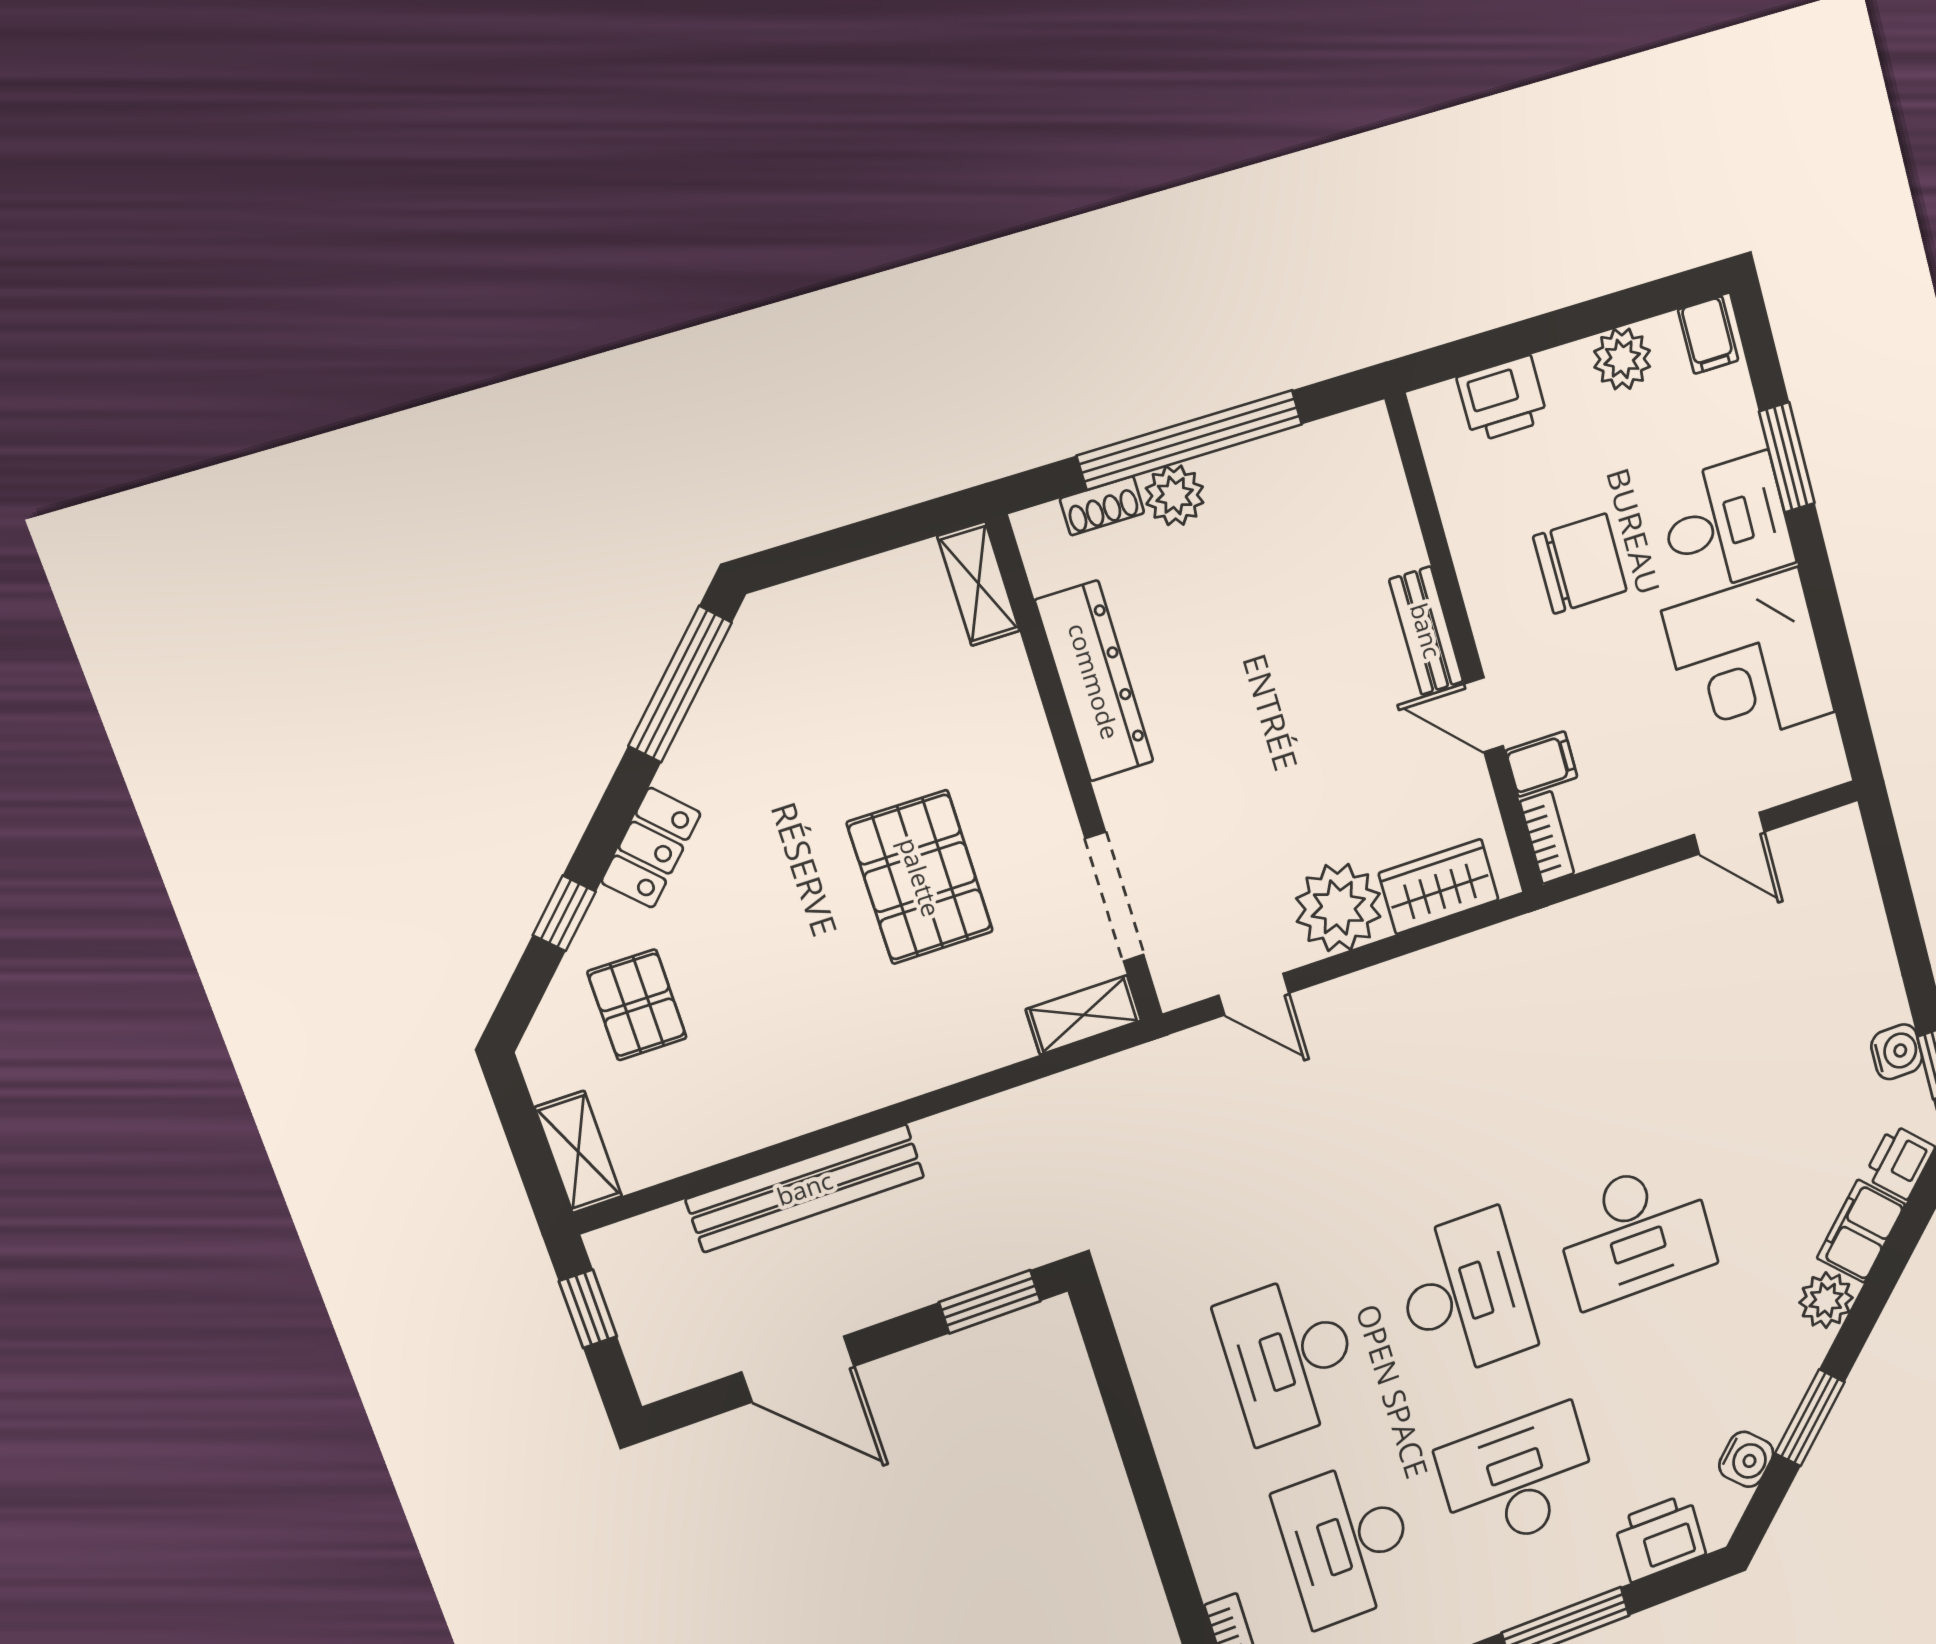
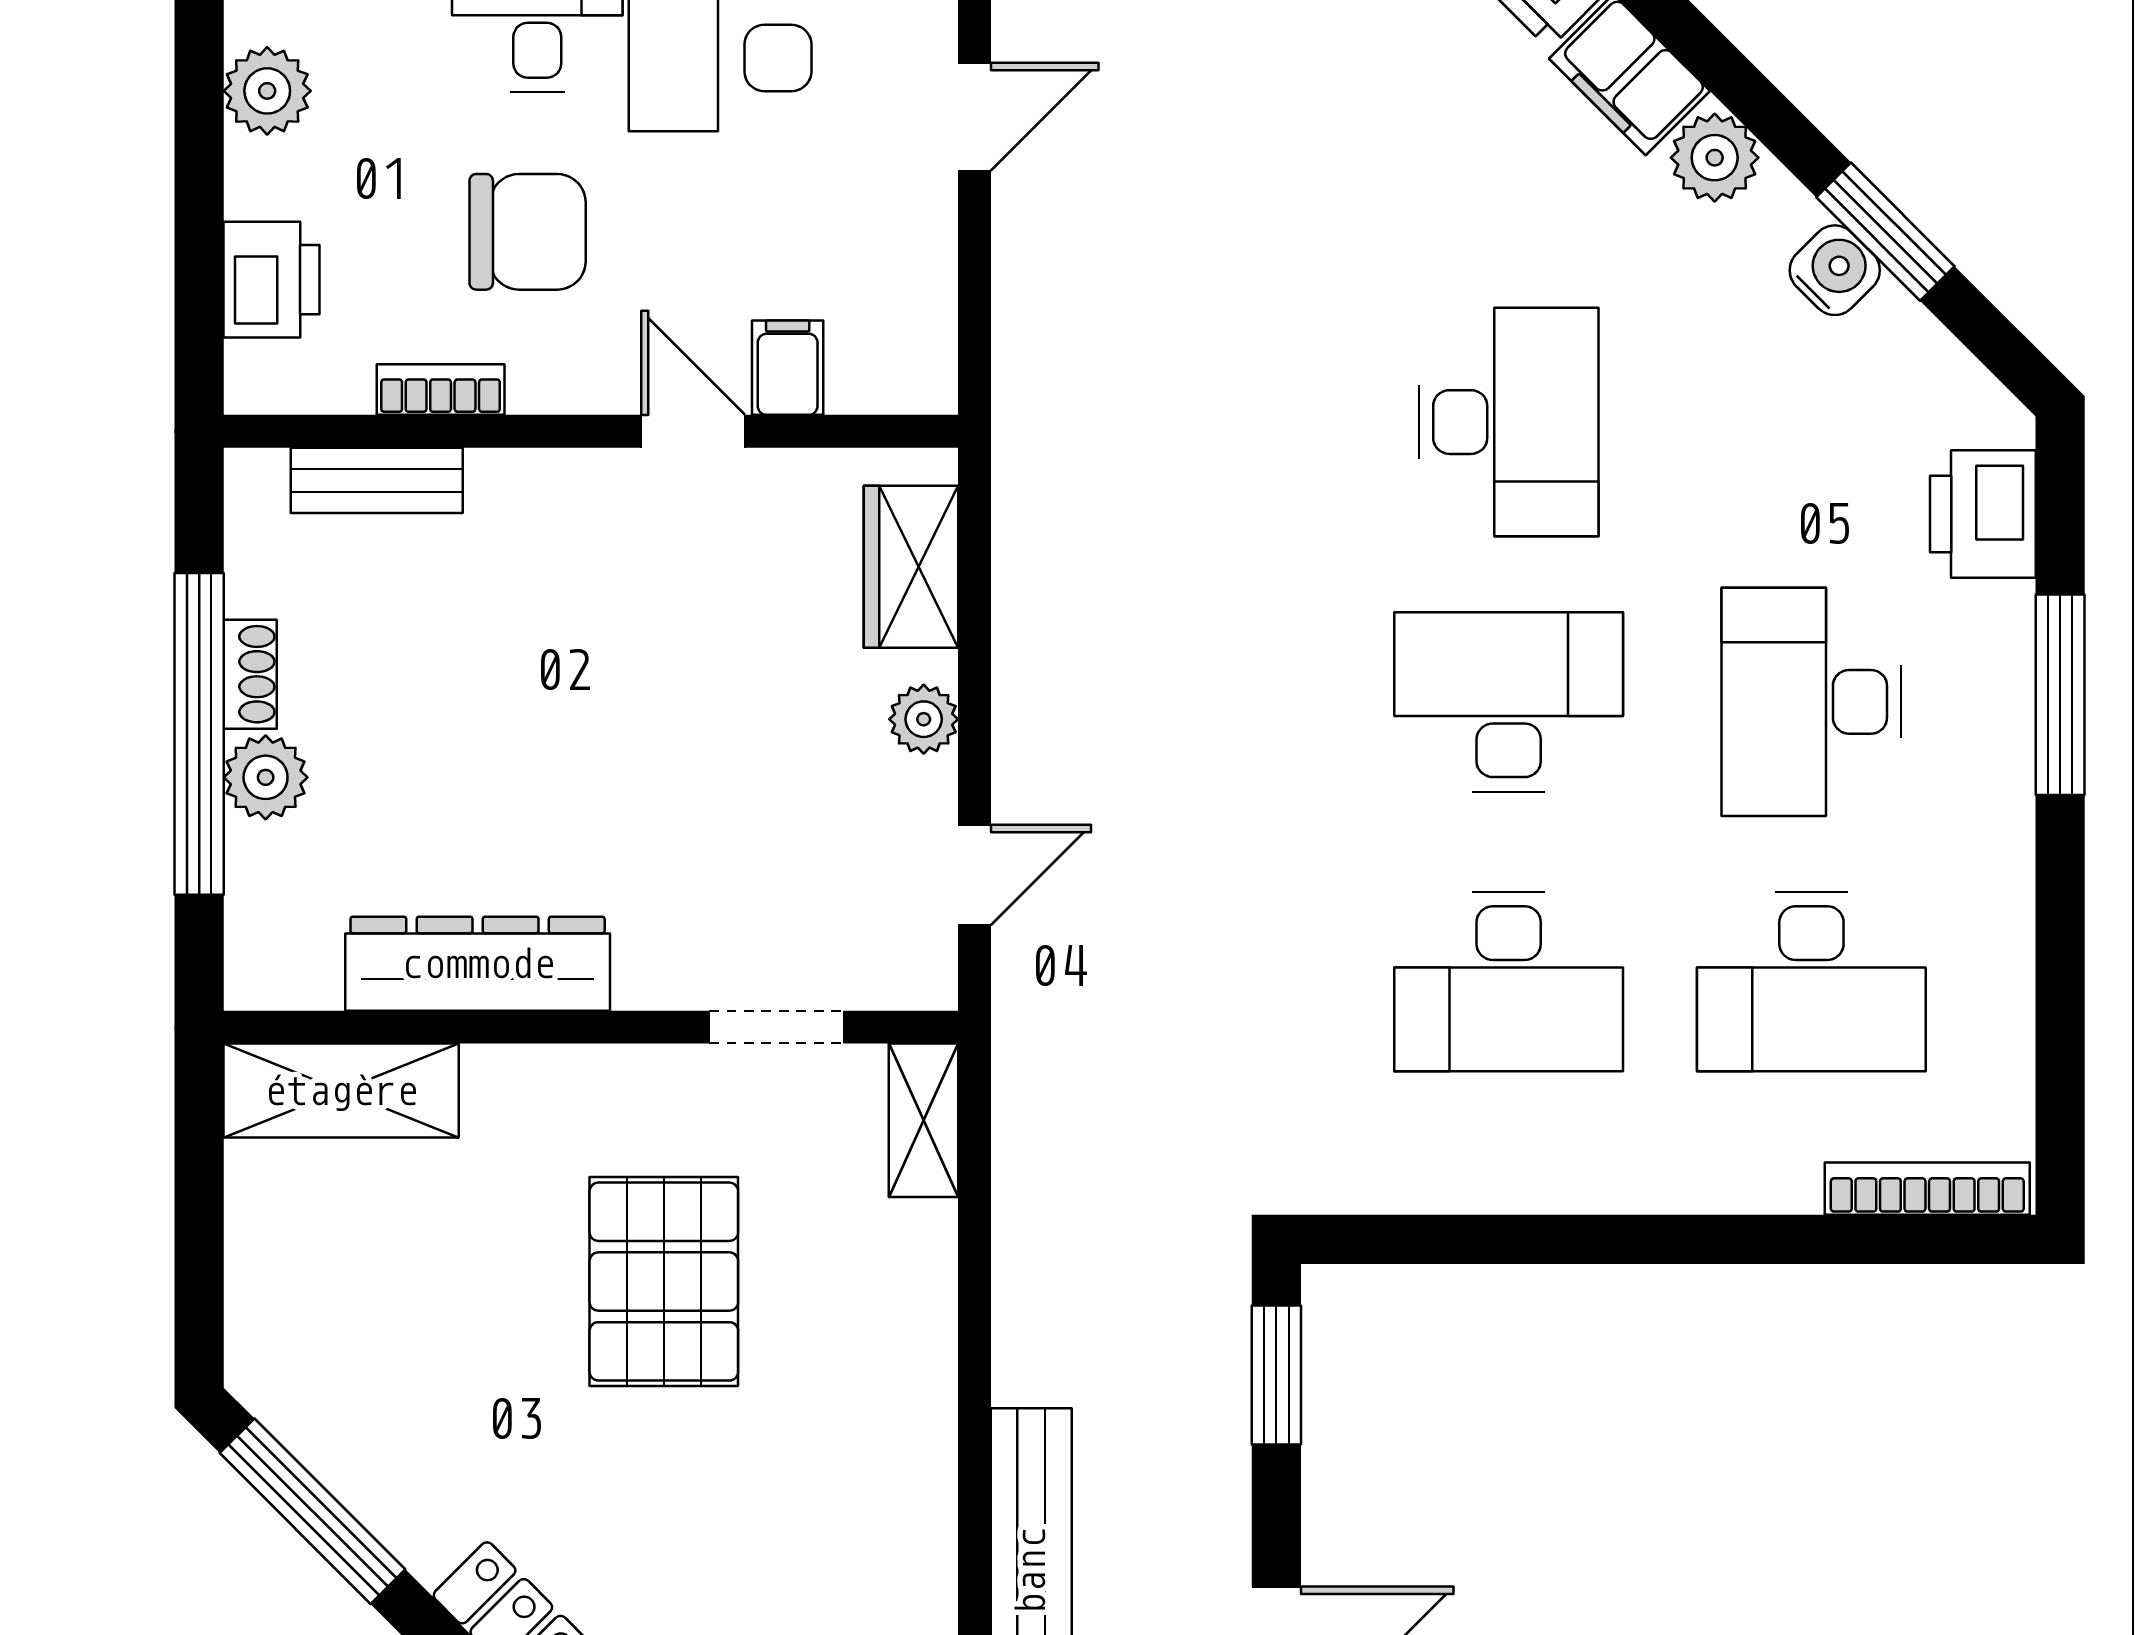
shoe rack: (1102, 506) -> (250, 674), moved
chair: (1580, 564) -> (528, 232), turned 90
shelving: (979, 584) -> (341, 1091), width x1.50, depth x1.33
bench: (1426, 631) -> (377, 480), moved
door: (1484, 715) -> (693, 431), swing flipped
bookcase: (1547, 838) -> (441, 390), moved
pallet: (920, 877) -> (664, 1282), turned 90
doorway: (1115, 897) -> (776, 1027), width x0.73
plant: (1338, 908) -> (924, 719), width x0.53, depth x0.53
water cooler: (1746, 1459) -> (1835, 270), moved

